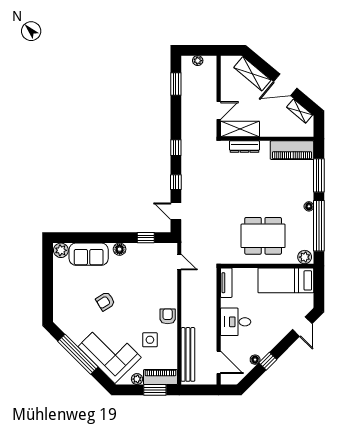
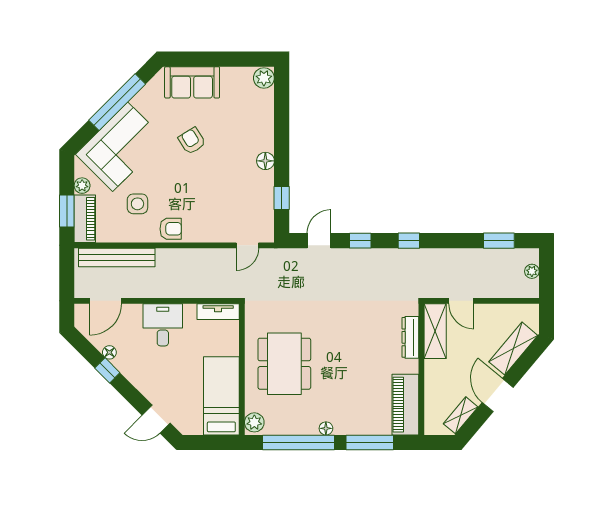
sofa: (89, 254) -> (192, 82), moved, turned -90

